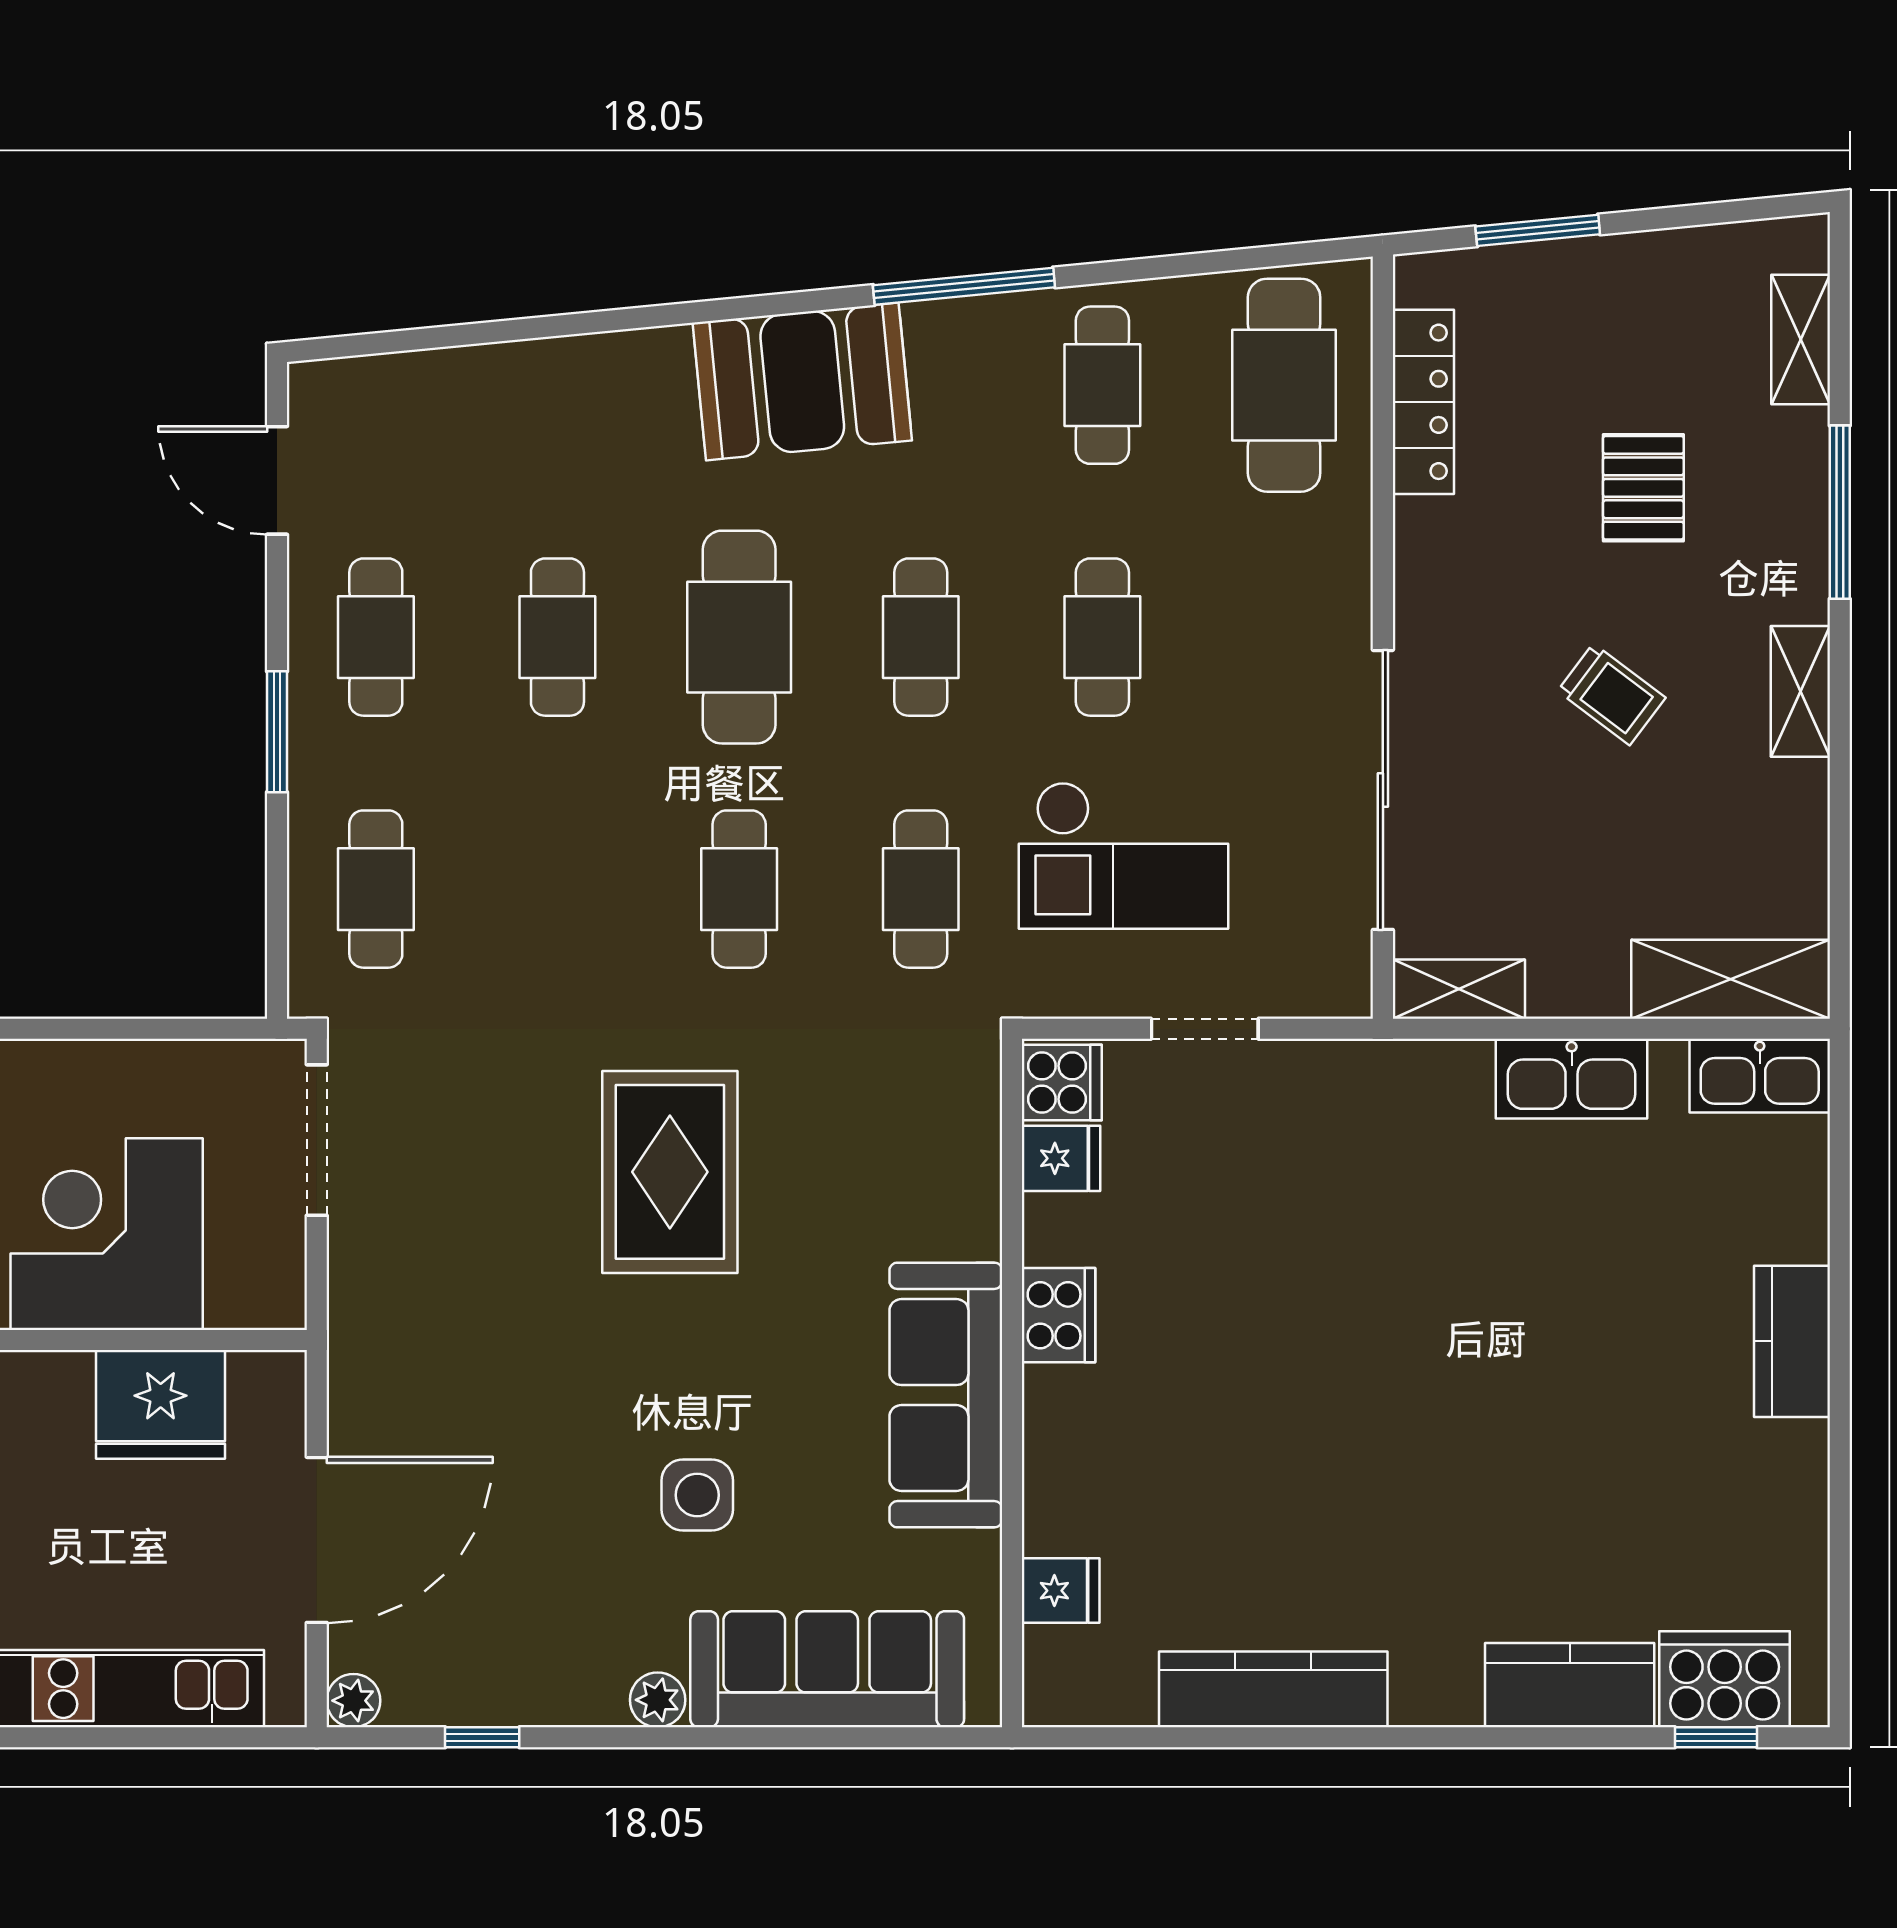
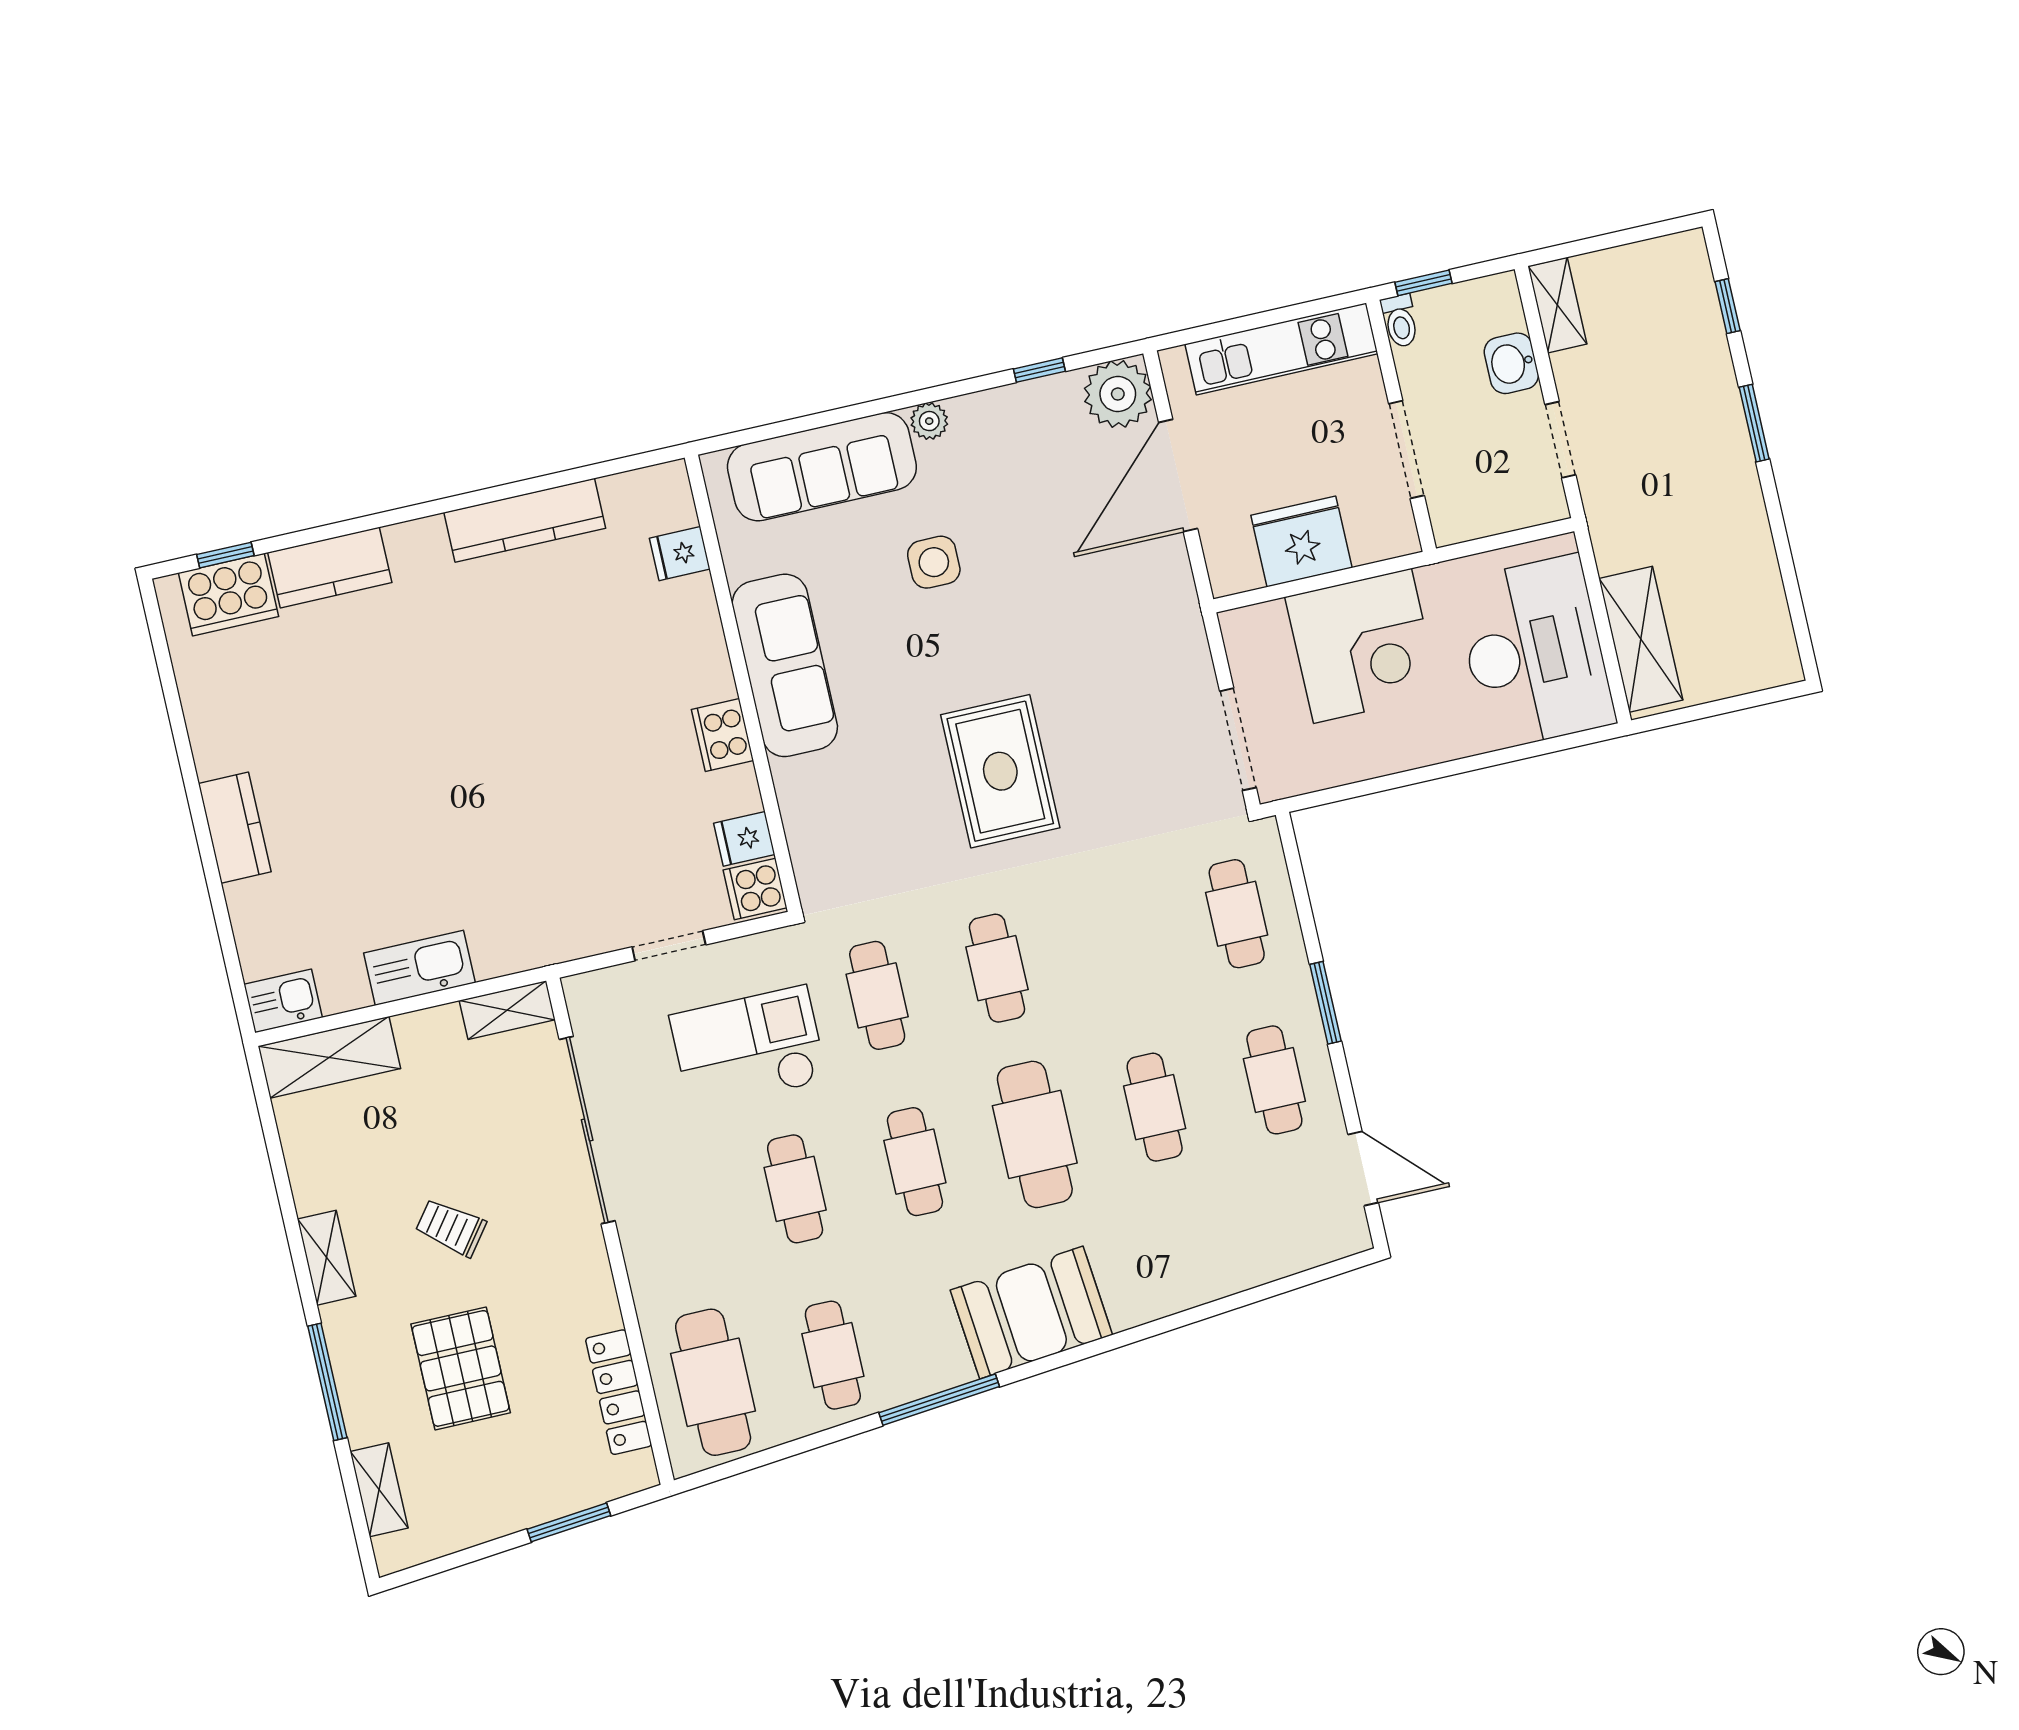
pallet: (1643, 488) -> (461, 1368), width x1.50, depth x1.42
kitchen sink: (1760, 1076) -> (283, 1001), width x0.73
plant: (353, 1701) -> (1118, 394), width x1.87, depth x1.87

